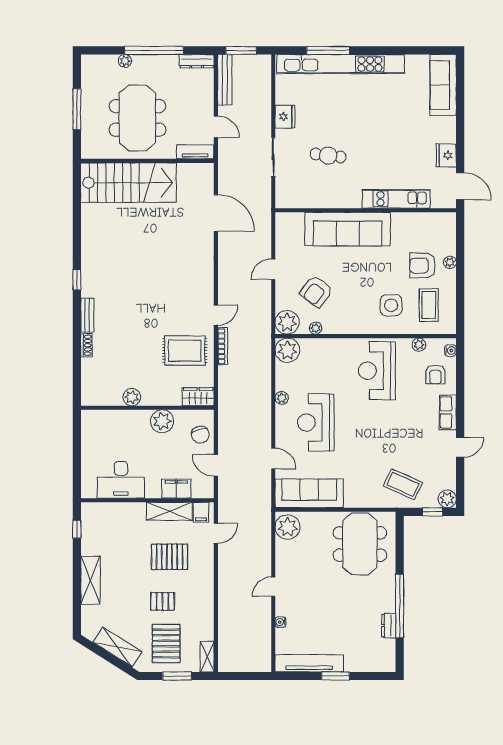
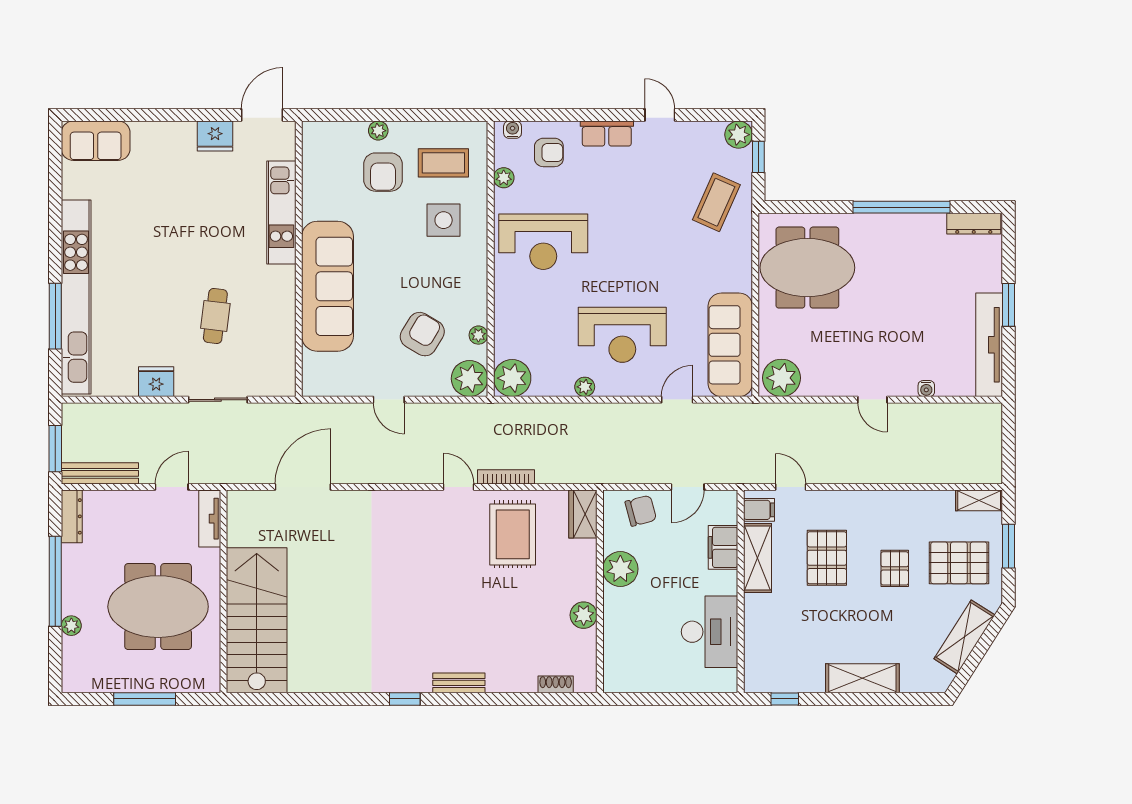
sofa: (443, 85) -> (96, 141), width x0.73
armchair: (316, 291) -> (422, 334), turned -96
shoe rack: (86, 345) -> (556, 684), moved
dresser: (389, 626) -> (974, 224), moved, width x1.44

